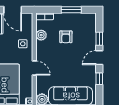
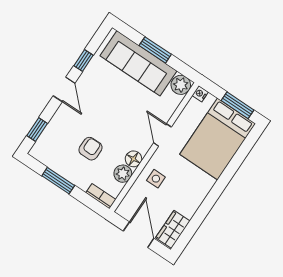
window: (99, 39) -> (37, 130), moved
floor lamp: (41, 46) -> (134, 159), added
door: (99, 58) -> (64, 89), hinge flipped

